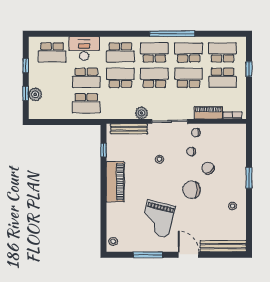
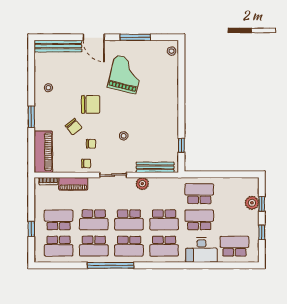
school desk: (120, 52) -> (164, 246), turned 180
sliding door: (170, 121) -> (113, 175), width x0.73
piano: (115, 182) -> (43, 152), moved, turned 180

